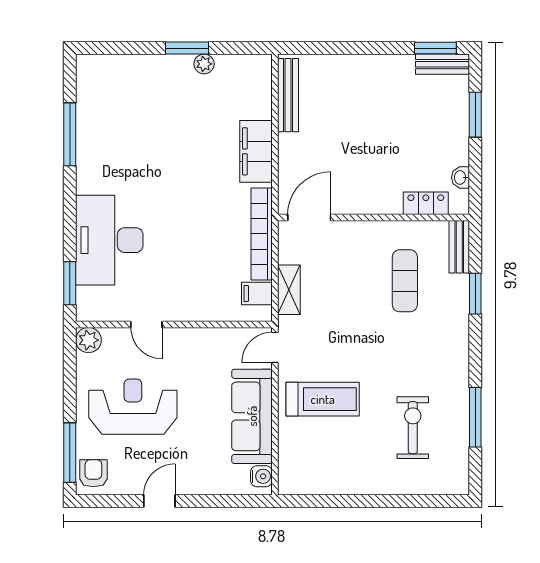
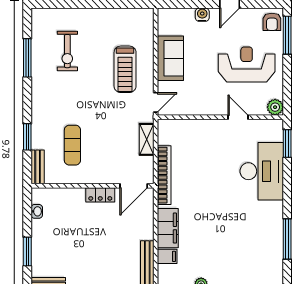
locker: (426, 203) -> (100, 195), moved
filing cabinet: (257, 294) -> (167, 256), moved
treadmill: (323, 399) -> (125, 69), turned -90
reception desk: (133, 407) -> (247, 65), turned 180
sofa: (252, 416) -> (170, 58), width x0.73
water cooler: (261, 476) -> (202, 15), moved, turned 90

